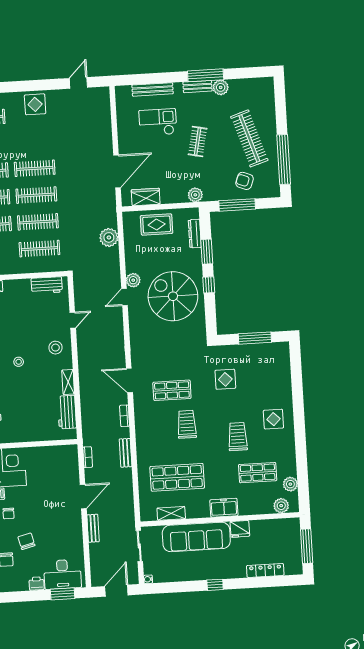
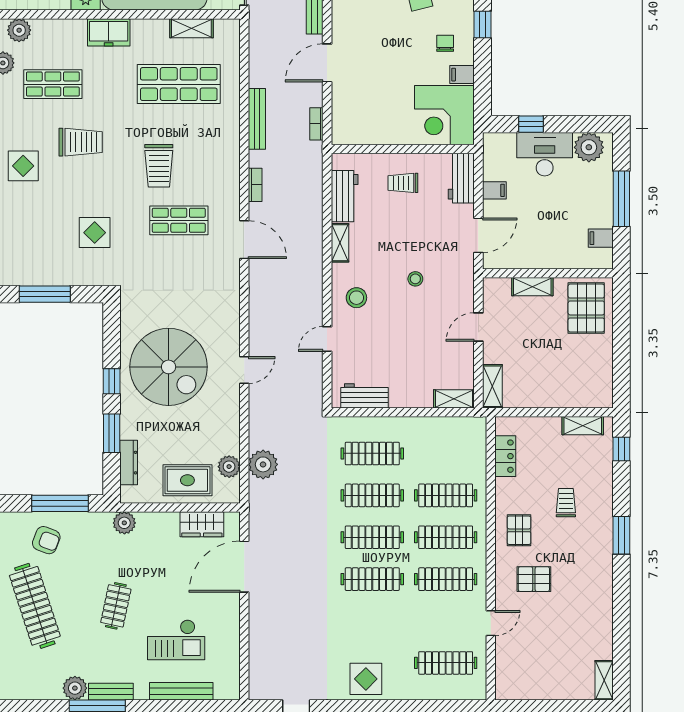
plant: (133, 280) -> (229, 467), moved
trolley: (30, 423) -> (403, 183), added
trolley: (238, 436) -> (81, 142), turned -90
bench: (126, 453) -> (257, 119), width x1.36

